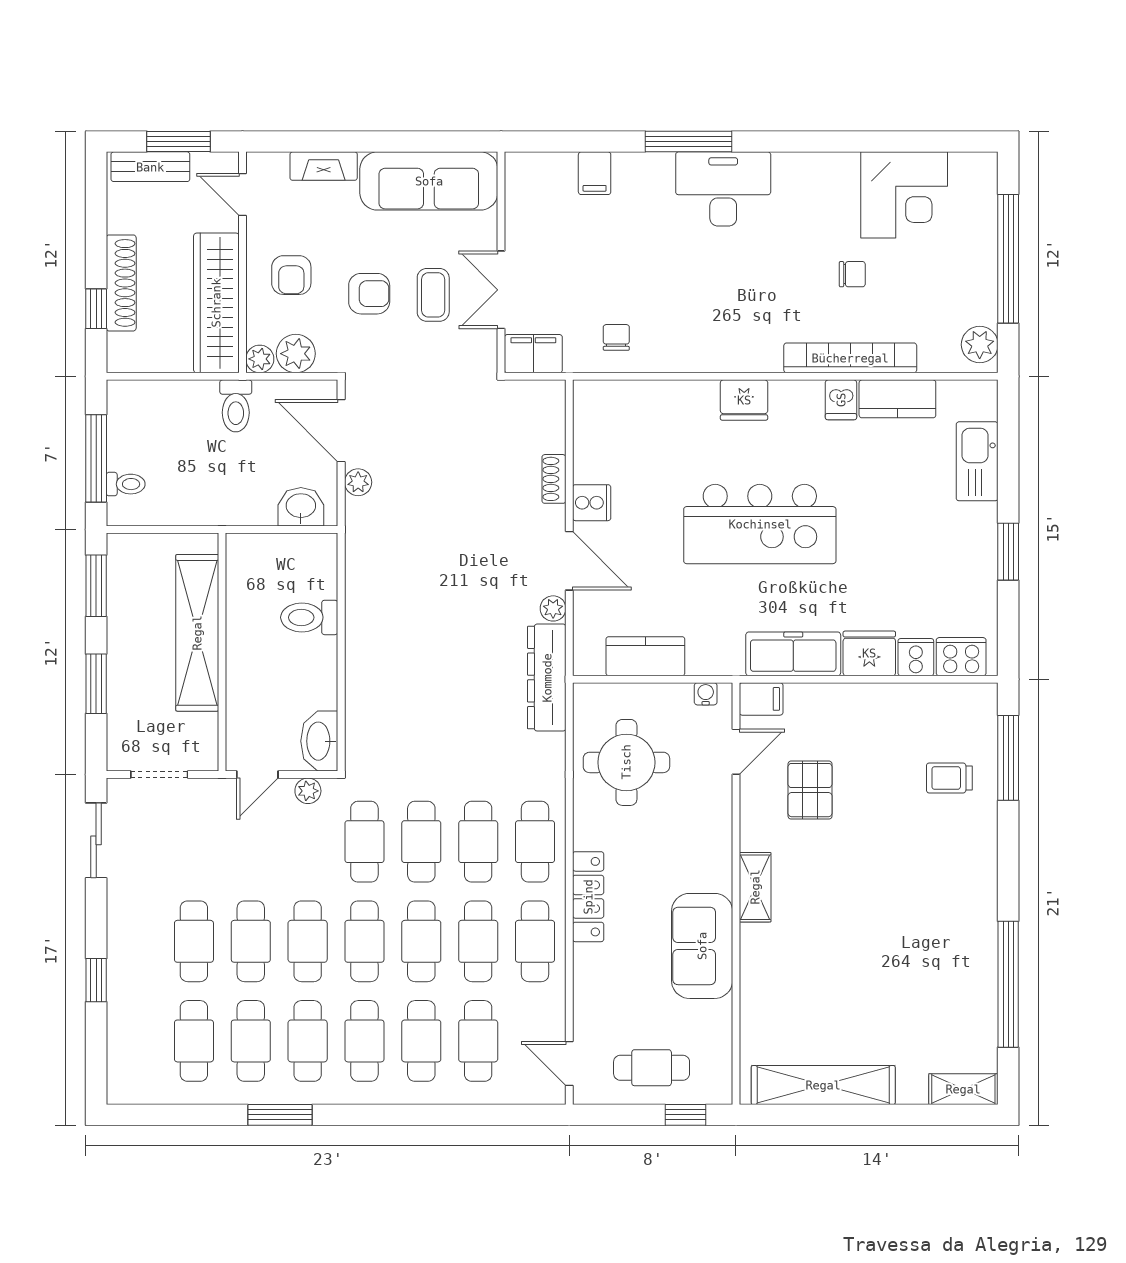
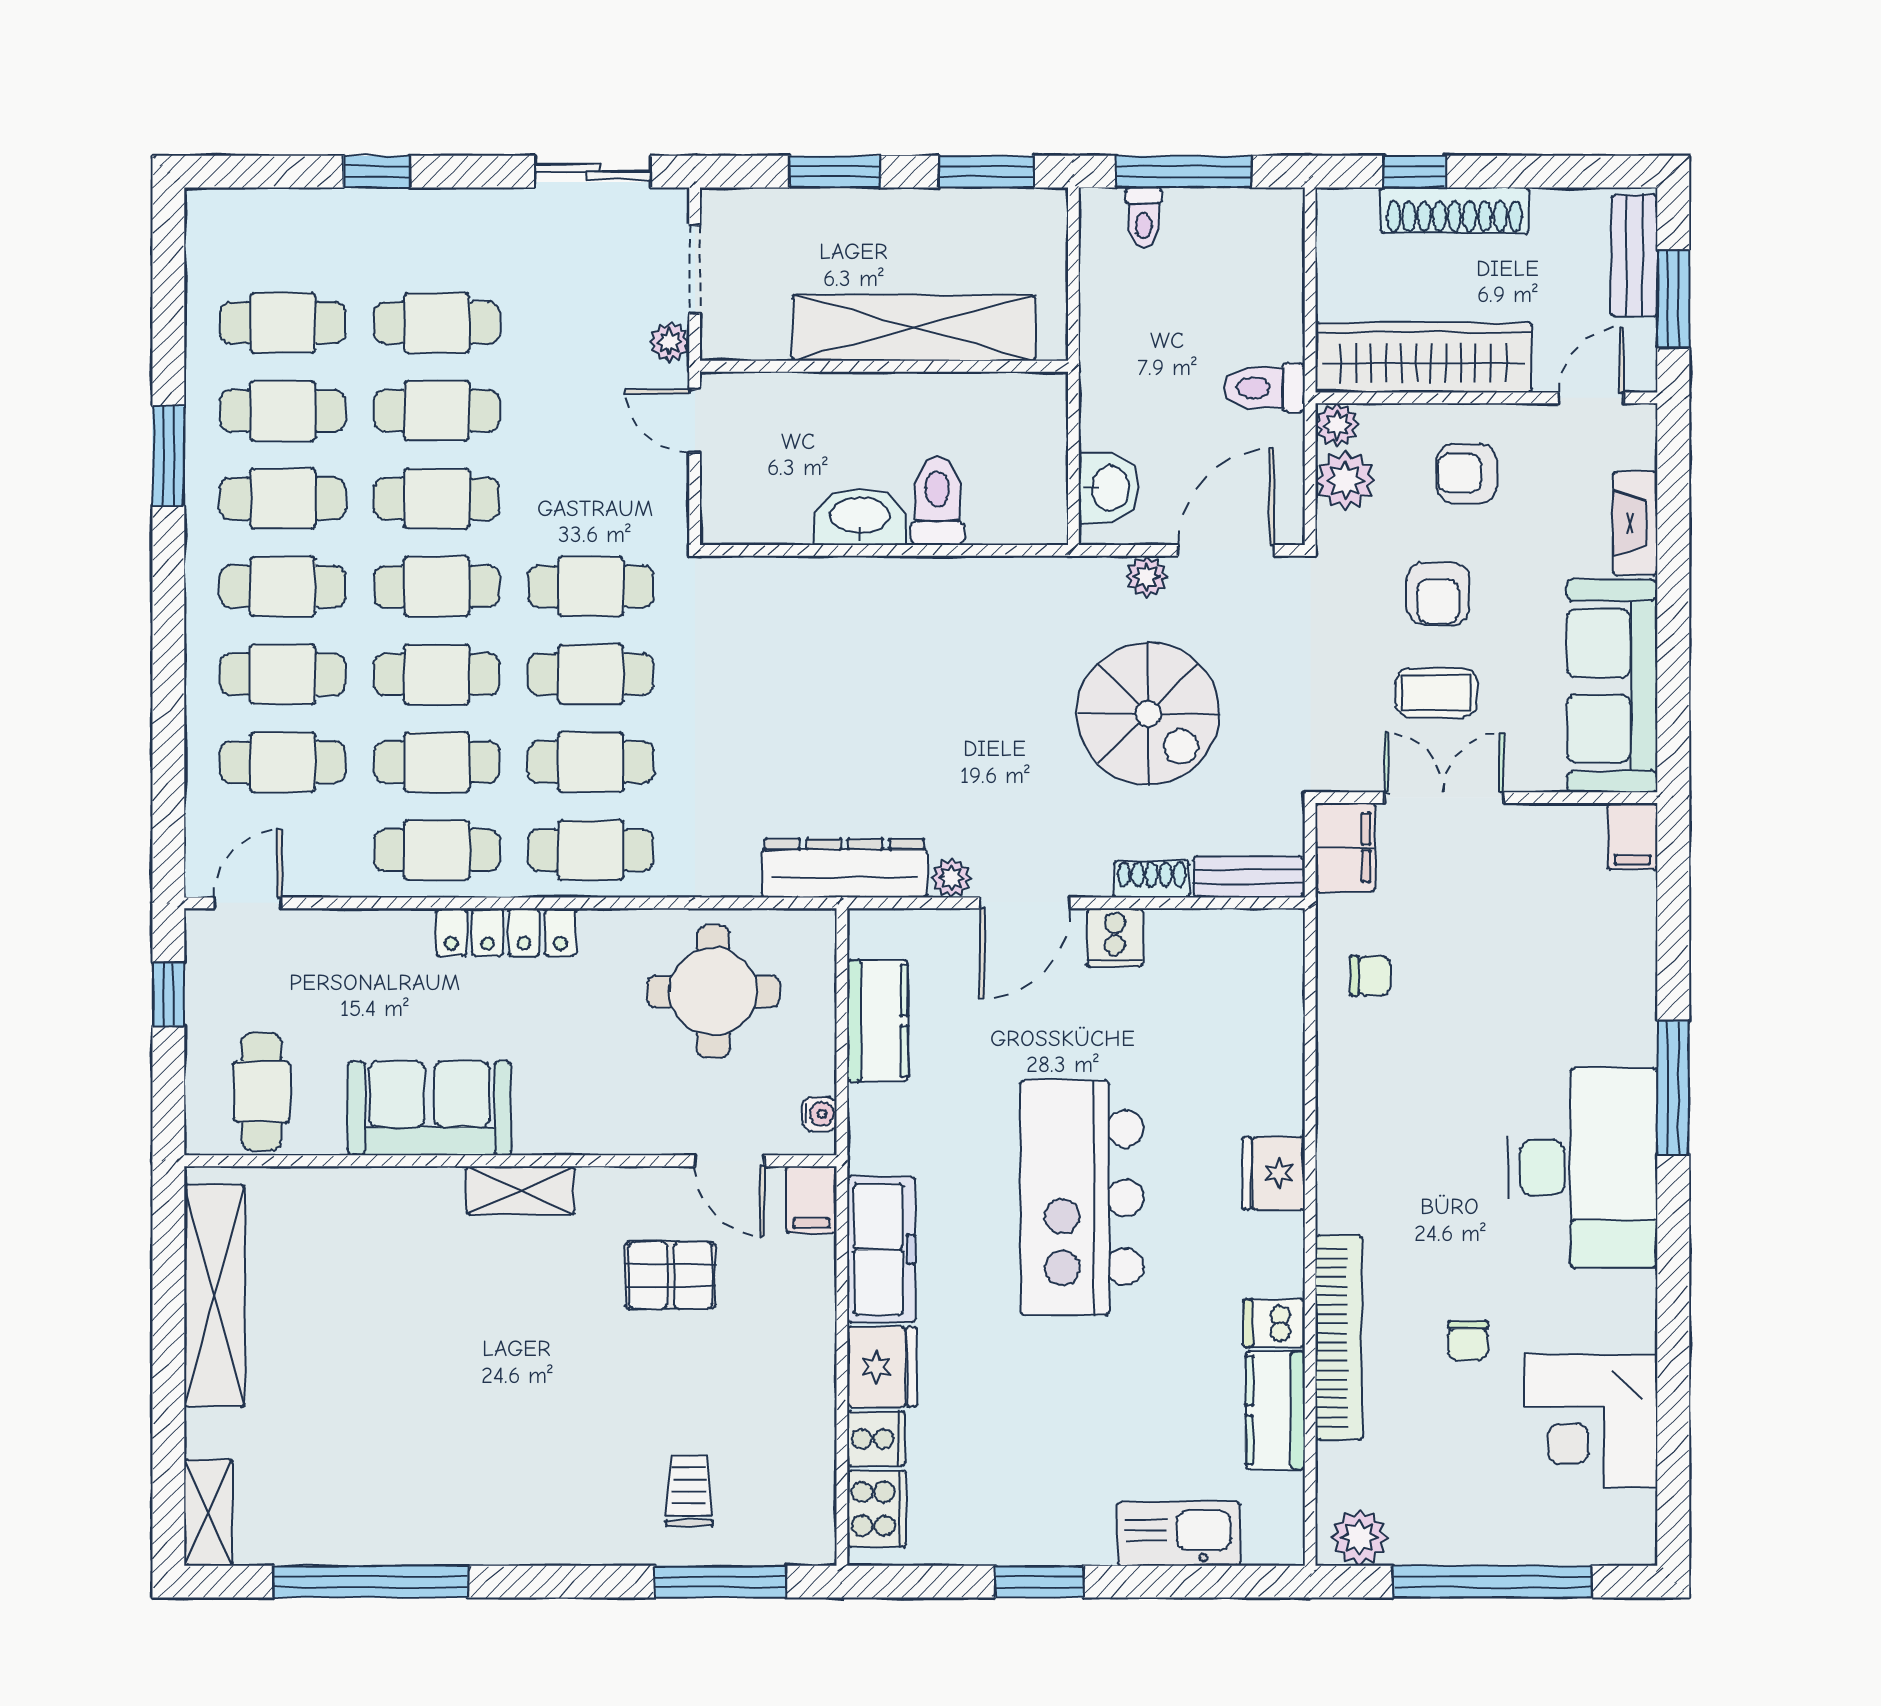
filing cabinet: (595, 173) -> (1633, 836), moved, turned -90
desk: (723, 189) -> (1583, 1168), width x1.36, depth x1.30
bench: (552, 417) -> (1248, 877), added
spiral stairs: (447, 481) -> (1148, 714), added
washbasin: (319, 741) -> (860, 517), moved
plant: (308, 791) -> (669, 342), moved
cafe table: (652, 1068) -> (262, 1092), moved
window: (686, 1115) -> (168, 994), moved

